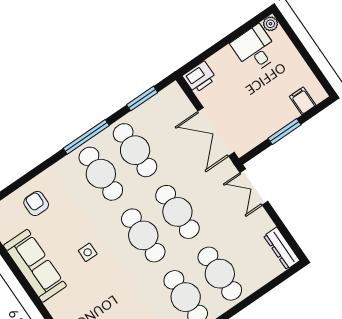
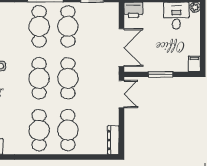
filing cabinet: (303, 101) -> (194, 64), moved
double door: (216, 132) -> (121, 48), swing flipped
double door: (254, 187) -> (121, 94), swing flipped

